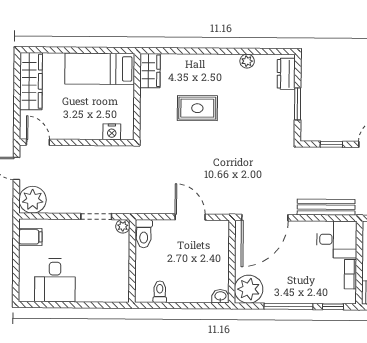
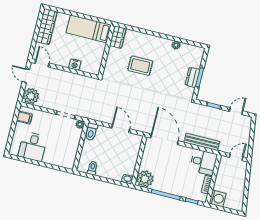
dresser: (286, 74) -> (192, 77), moved
nightstand: (112, 132) -> (75, 65), moved
door: (265, 218) -> (164, 139), swing flipped

